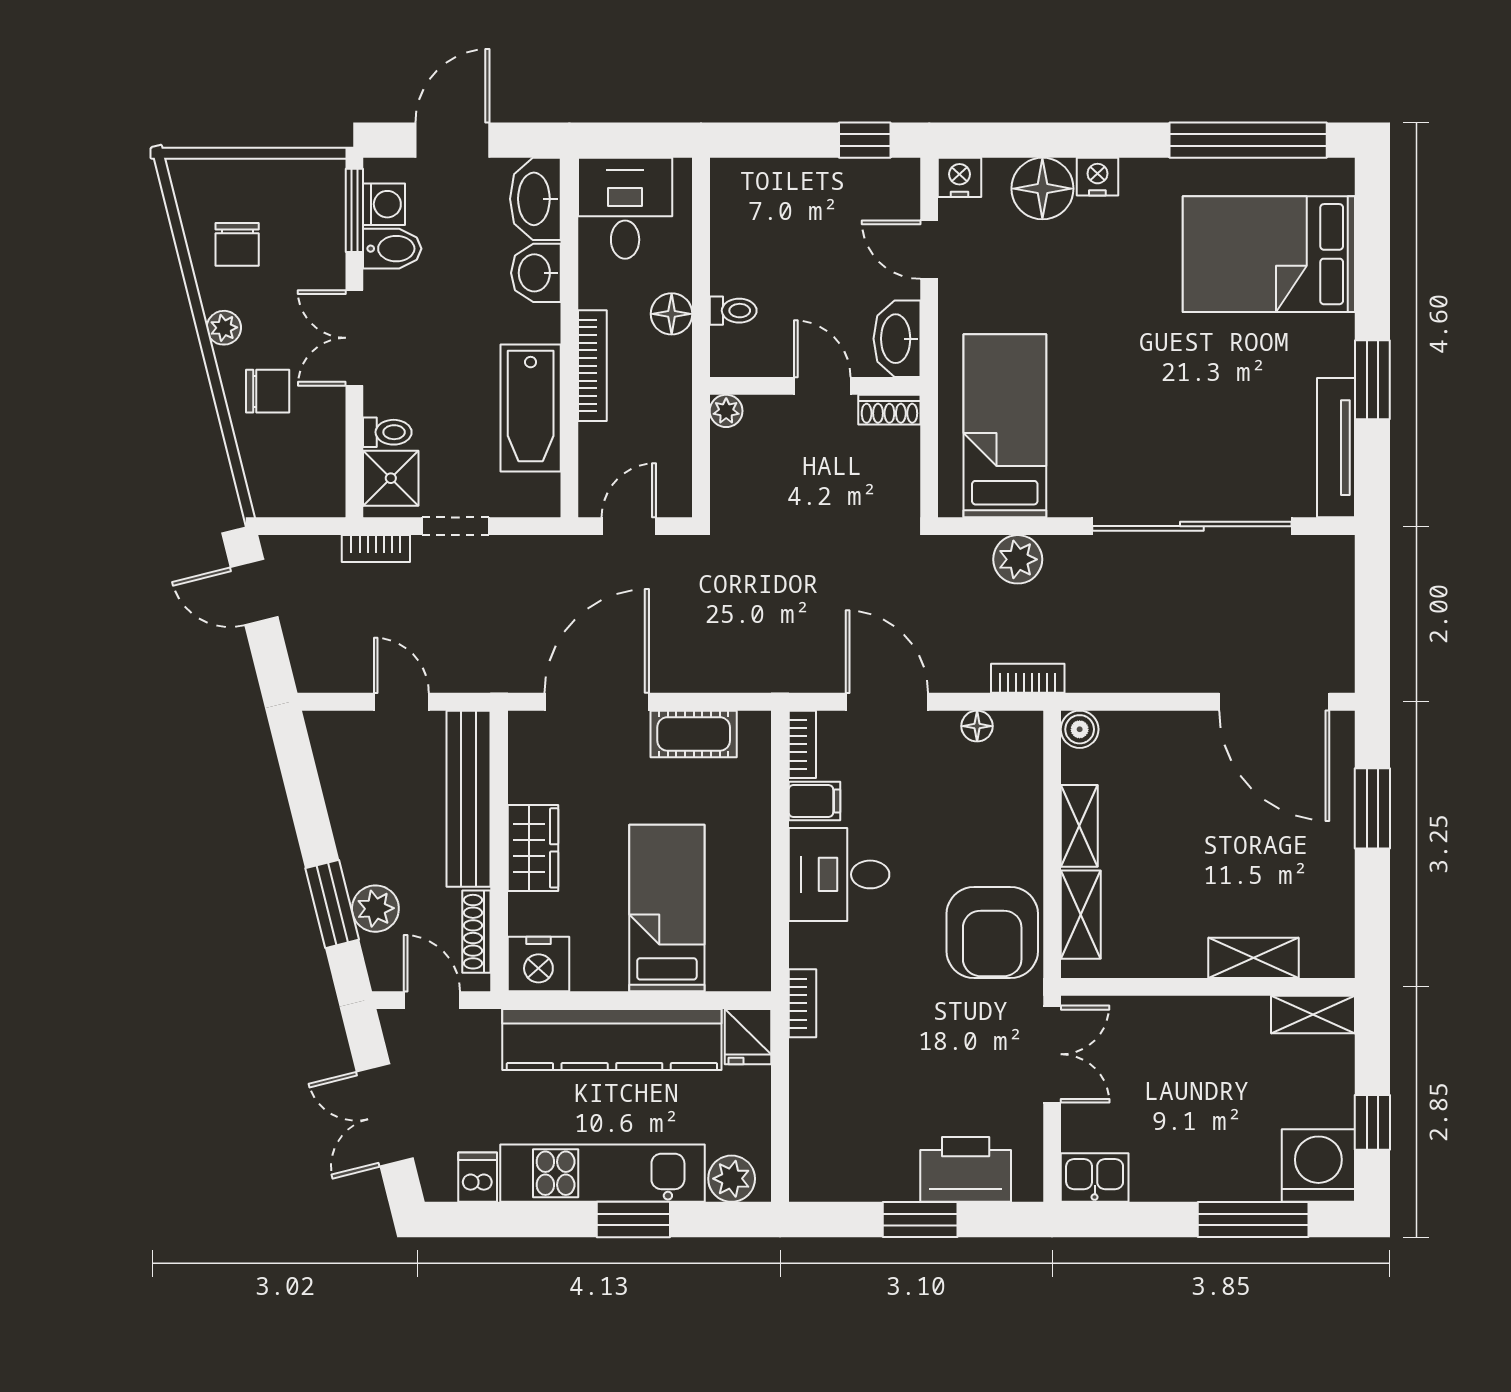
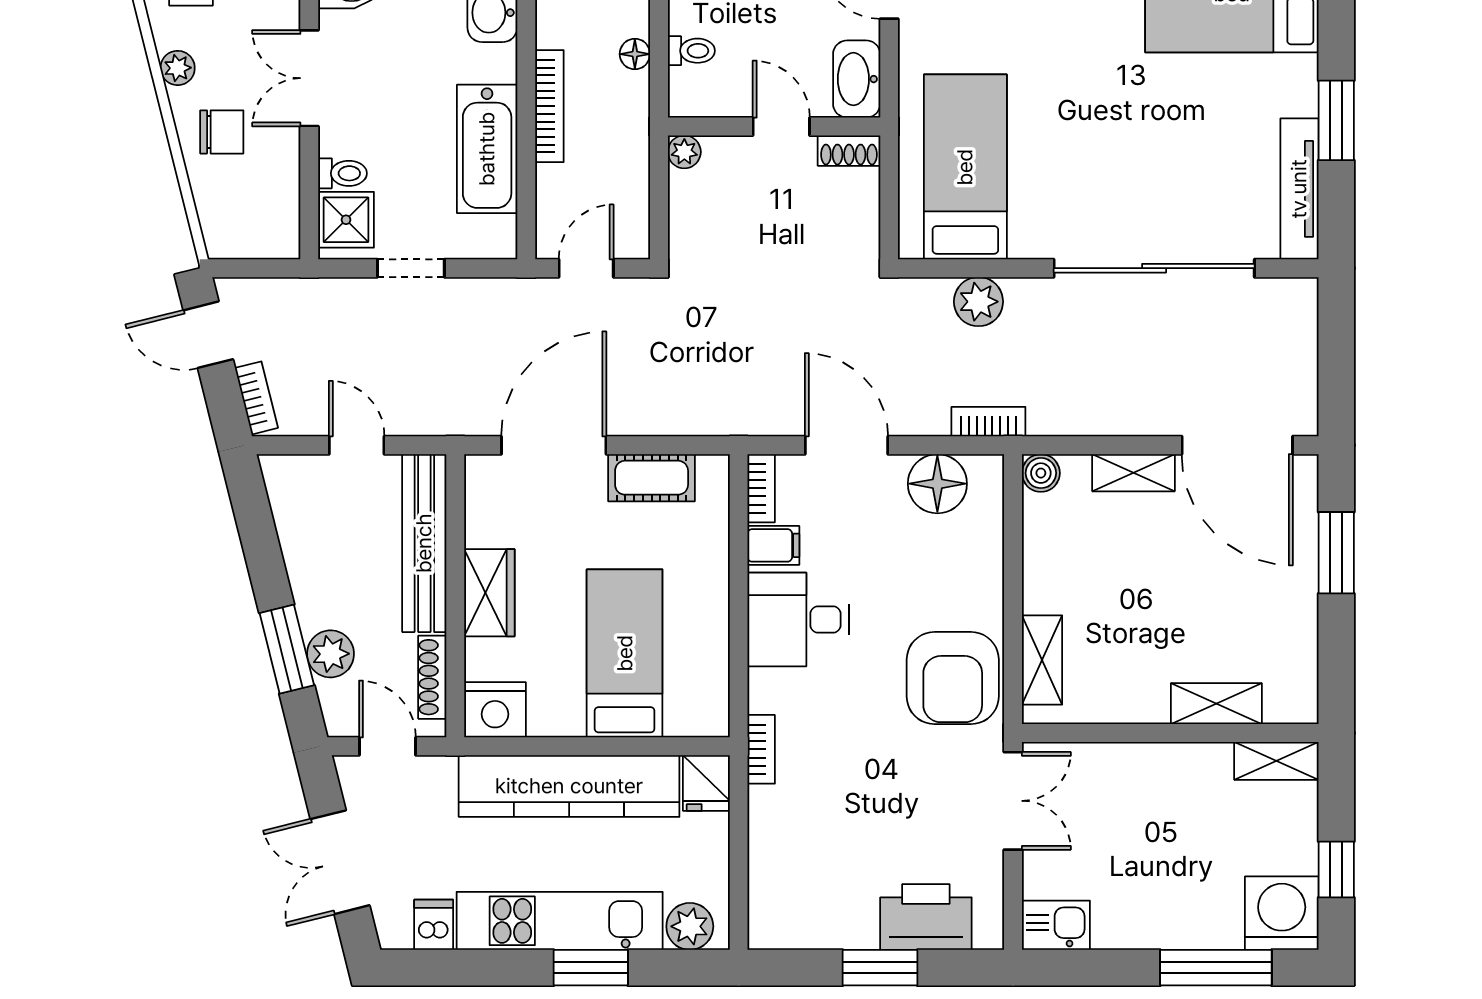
floor lamp: (672, 314) -> (635, 54), width x0.73, depth x0.73
bookcase: (376, 549) -> (256, 398), moved, turned -104
floor lamp: (977, 726) -> (937, 484), width x1.89, depth x1.89
shelving: (1079, 826) -> (1134, 473), moved, turned 90

